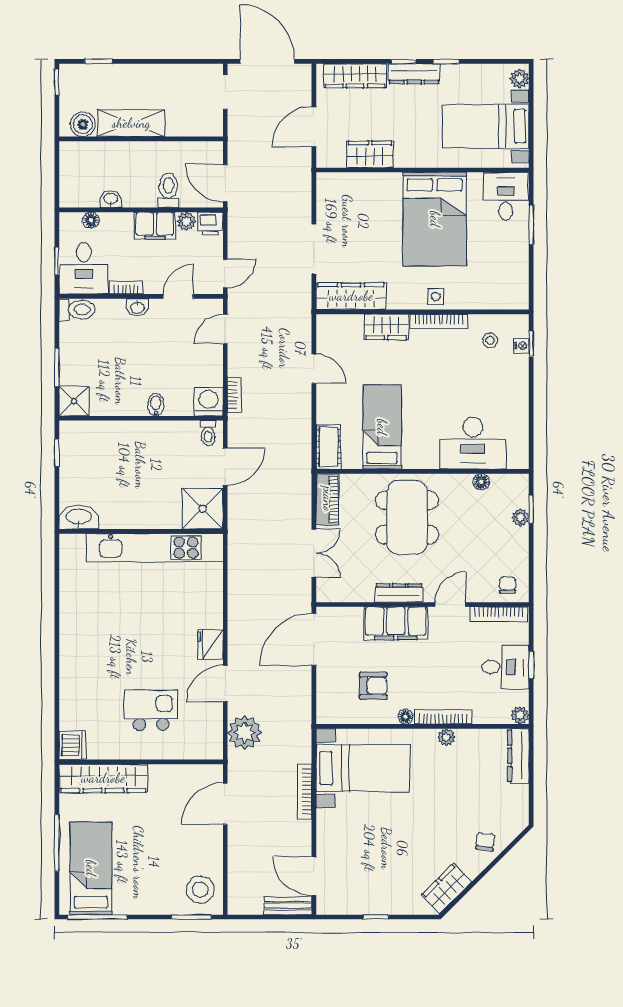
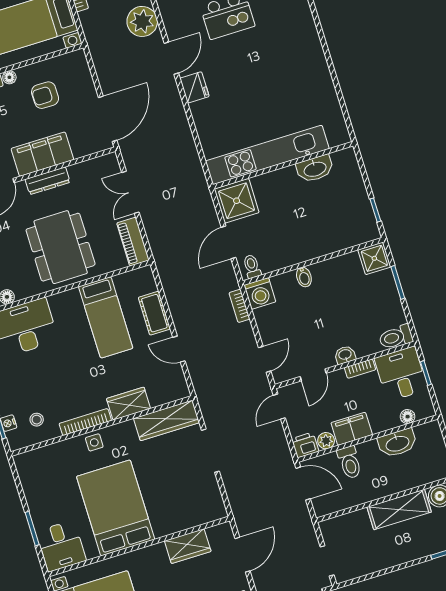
washbasin: (111, 199) -> (397, 443), width x1.91, depth x1.45
cot: (328, 447) -> (154, 313), moved
washbasin: (79, 517) -> (315, 169), moved

